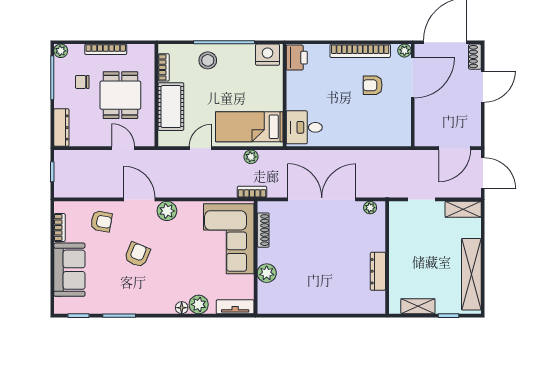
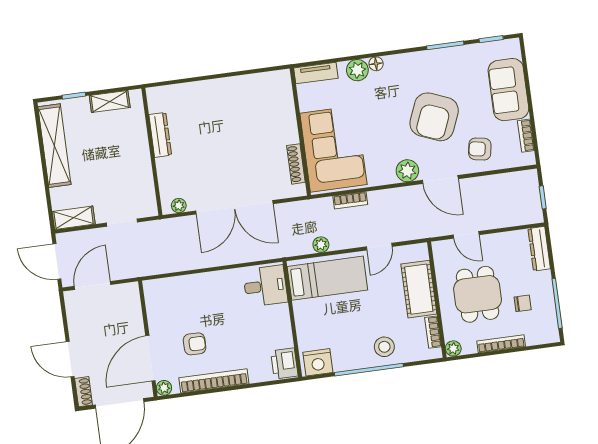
plant: (61, 51) -> (453, 348), moved
door: (483, 87) -> (70, 359), hinge flipped
bookcase: (252, 192) -> (350, 200), moved
armchair: (137, 255) -> (434, 117), width x1.88, depth x1.88
plant: (267, 273) -> (285, 116), removed

